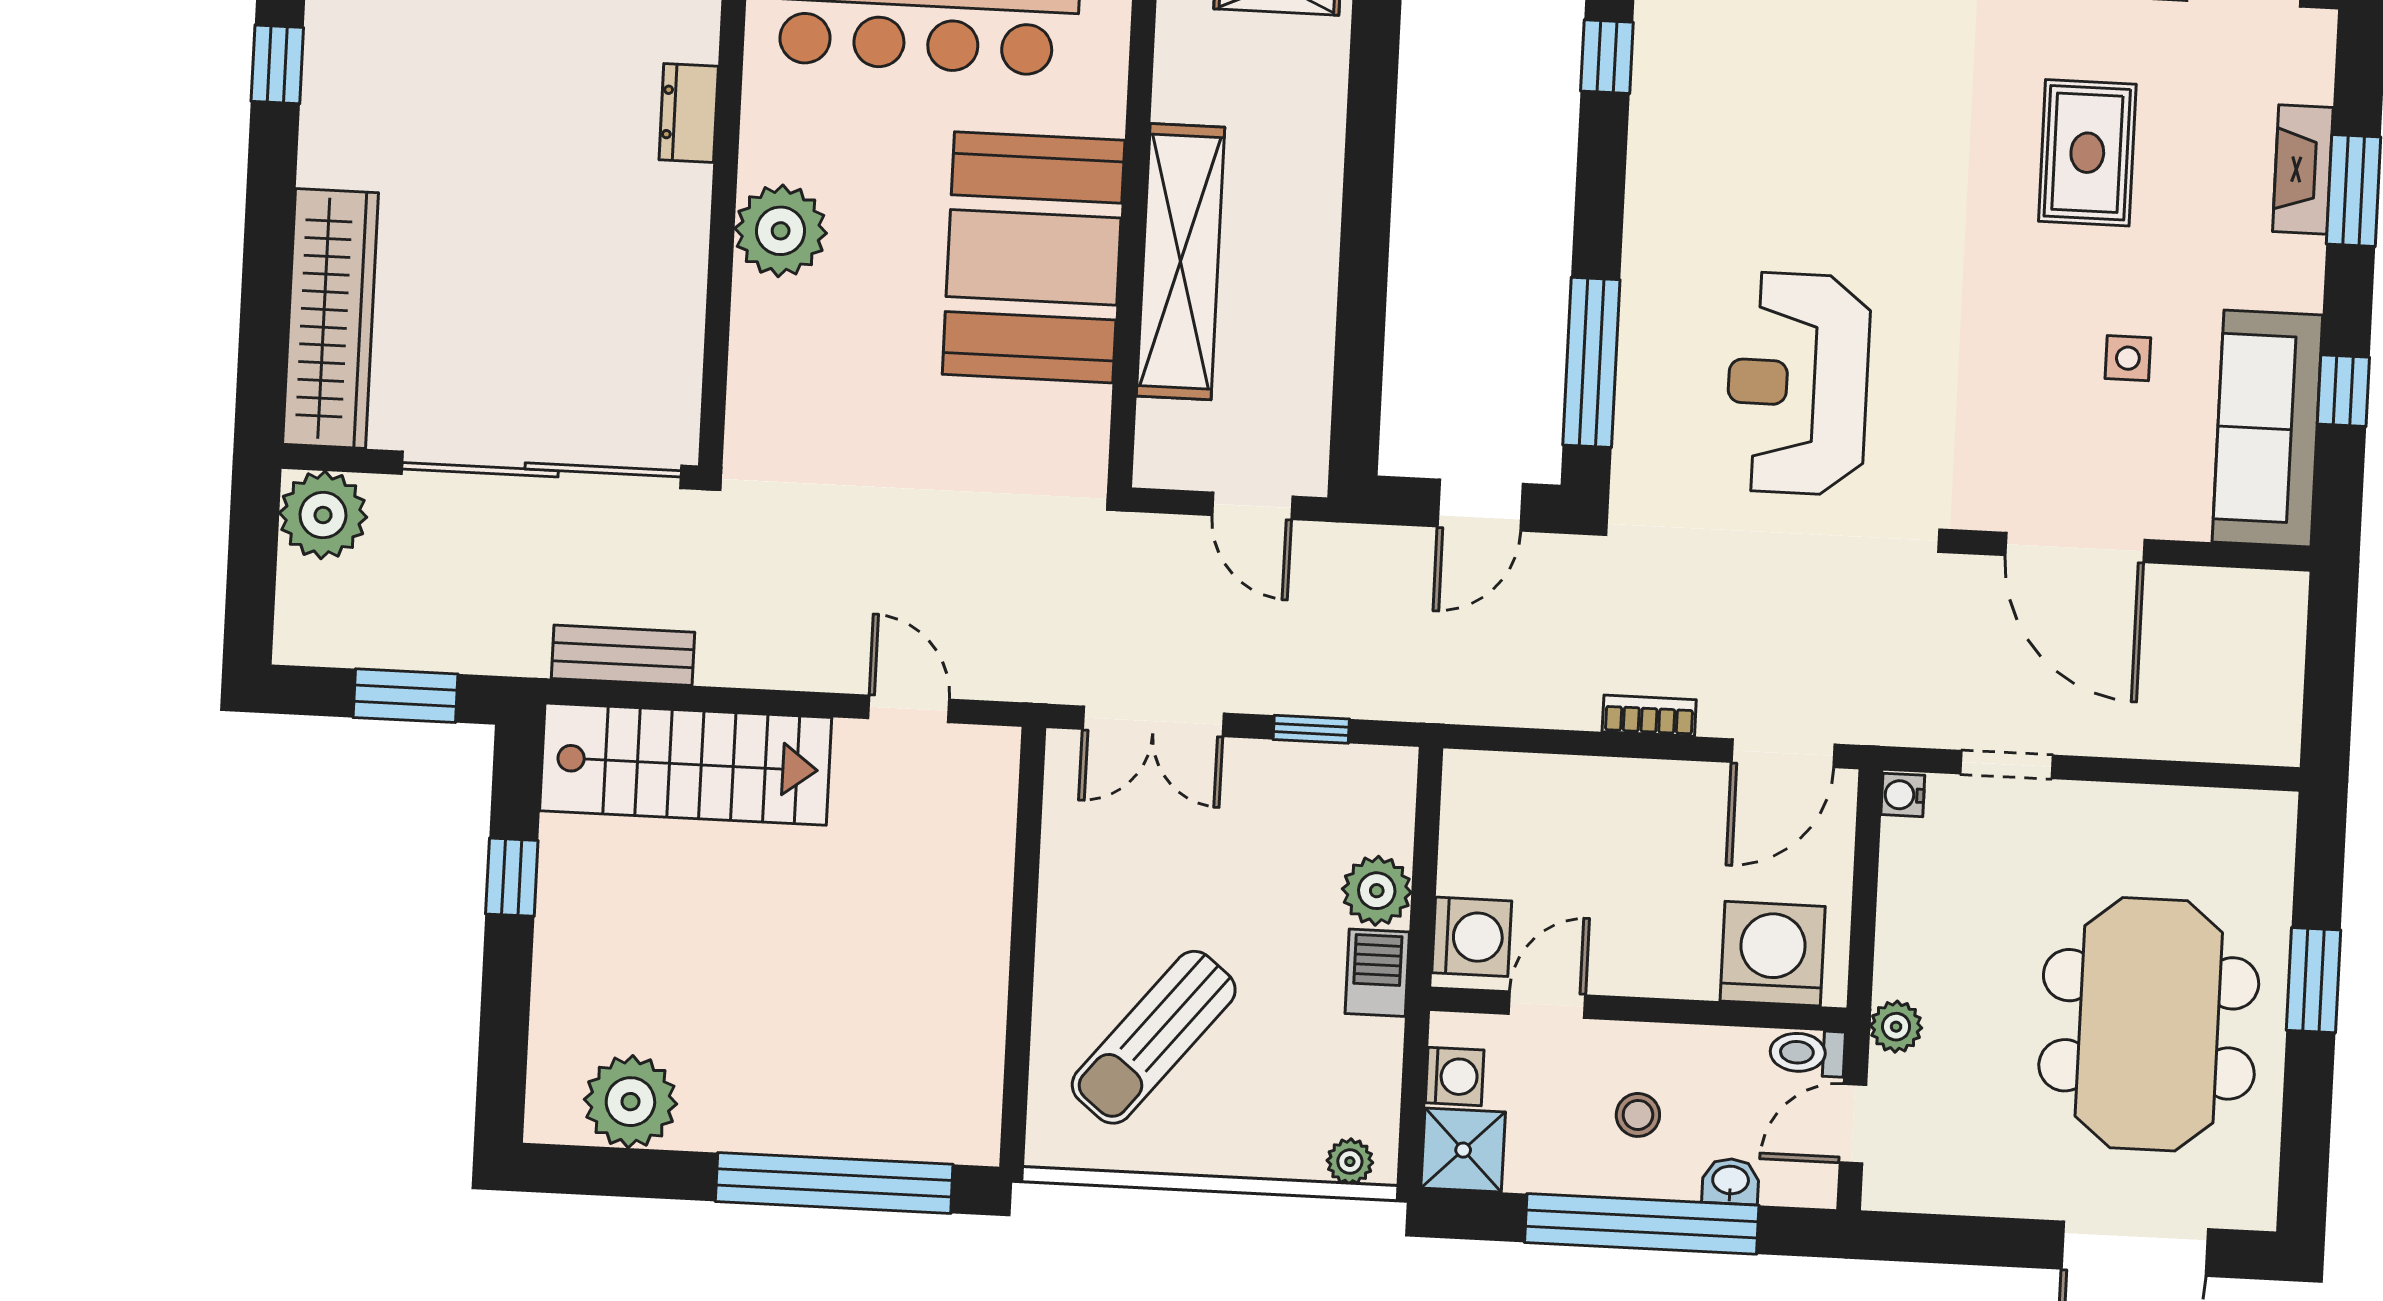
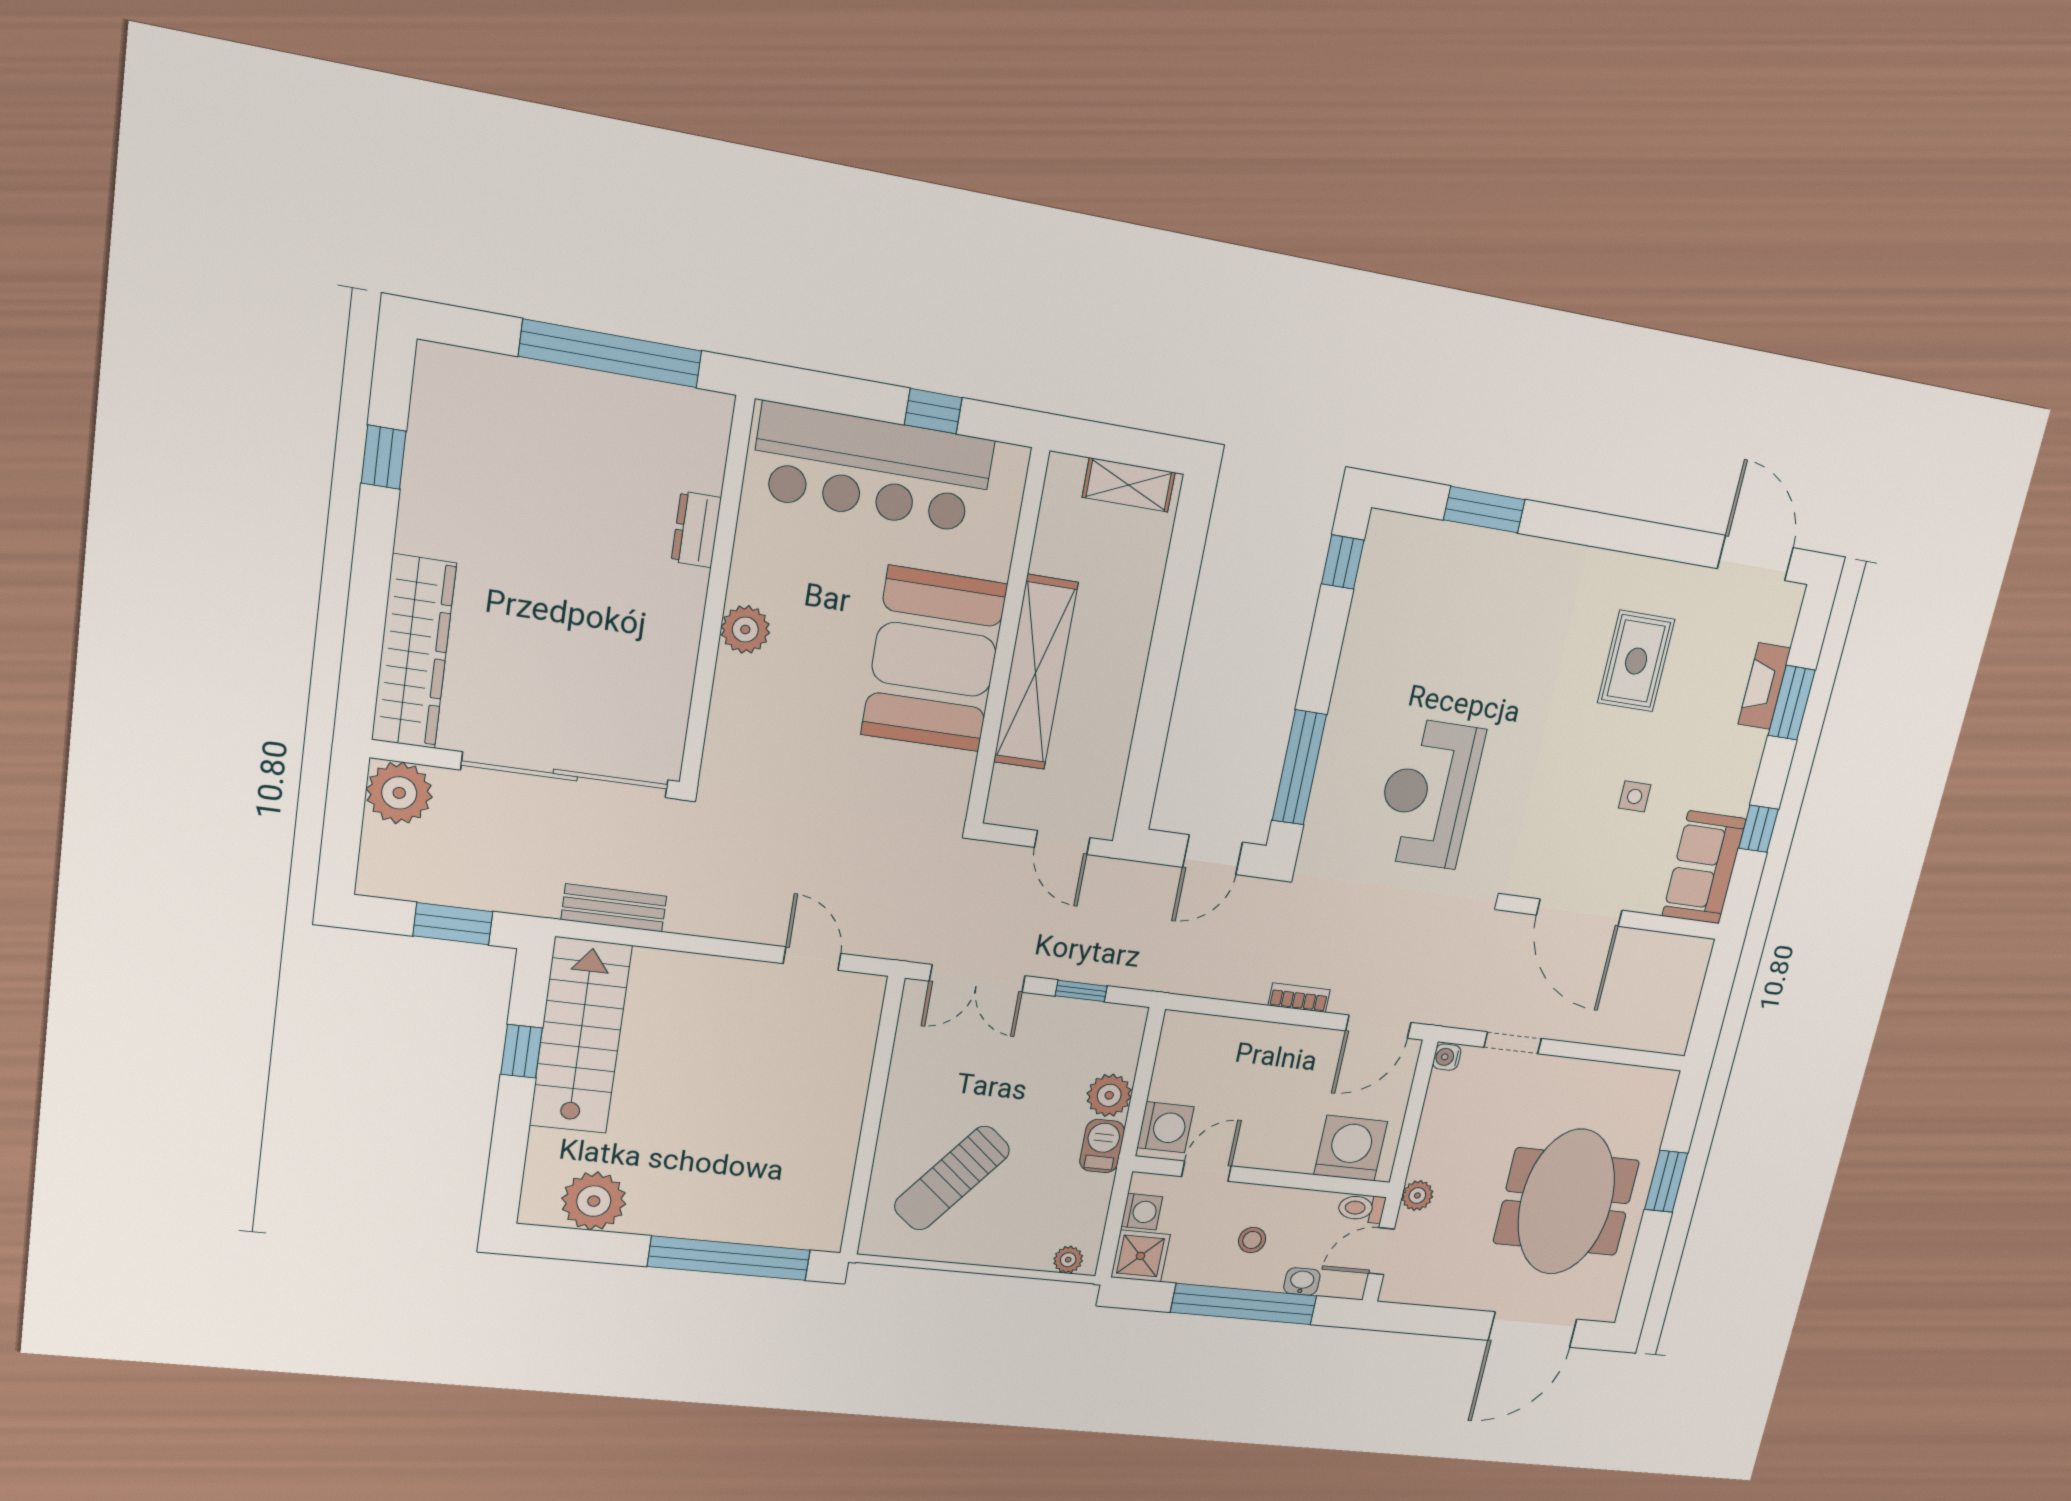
plant: (781, 231) -> (745, 630), width x0.73, depth x0.73
sofa: (2267, 429) -> (1704, 868), width x0.73
stairs: (686, 764) -> (581, 1036), moved, turned -90

